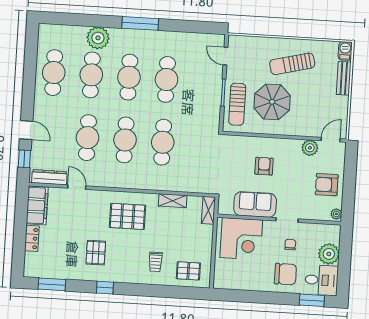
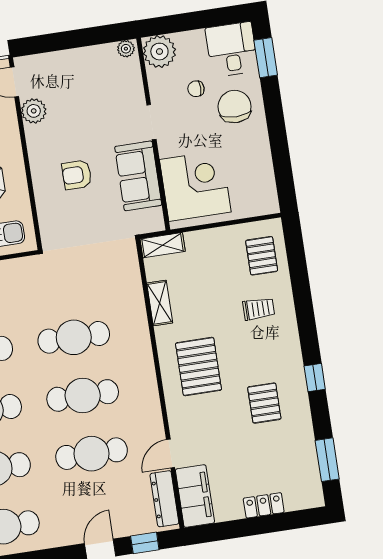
armchair: (327, 185) -> (84, 73), removed
filing cabinet: (37, 206) -> (195, 496), moved, turned 90
chair: (290, 245) -> (196, 89), moved
pallet: (96, 253) -> (264, 403), turned 90
plant: (329, 254) -> (159, 52), moved

